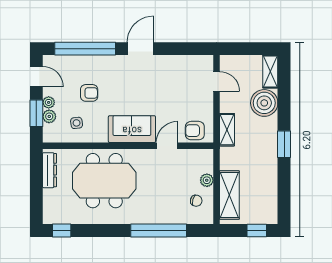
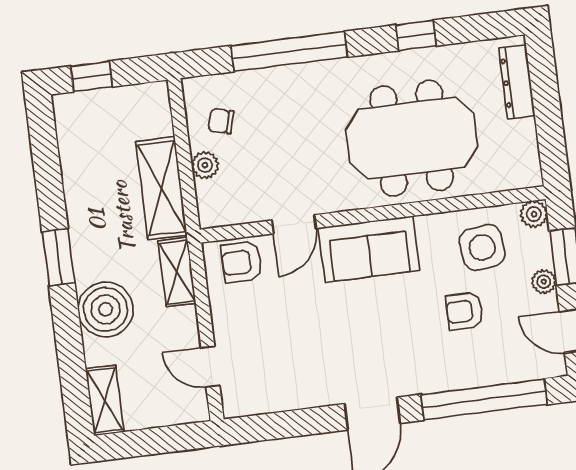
boiler: (264, 103) -> (106, 309), moved
plant: (49, 116) -> (534, 214), moved
side table: (77, 123) -> (482, 247), width x1.87, depth x1.87
armchair: (195, 131) -> (242, 262), turned 180
dresser: (49, 170) -> (517, 82), moved
shelving: (229, 195) -> (161, 188), moved
window: (62, 230) -> (416, 35), moved

